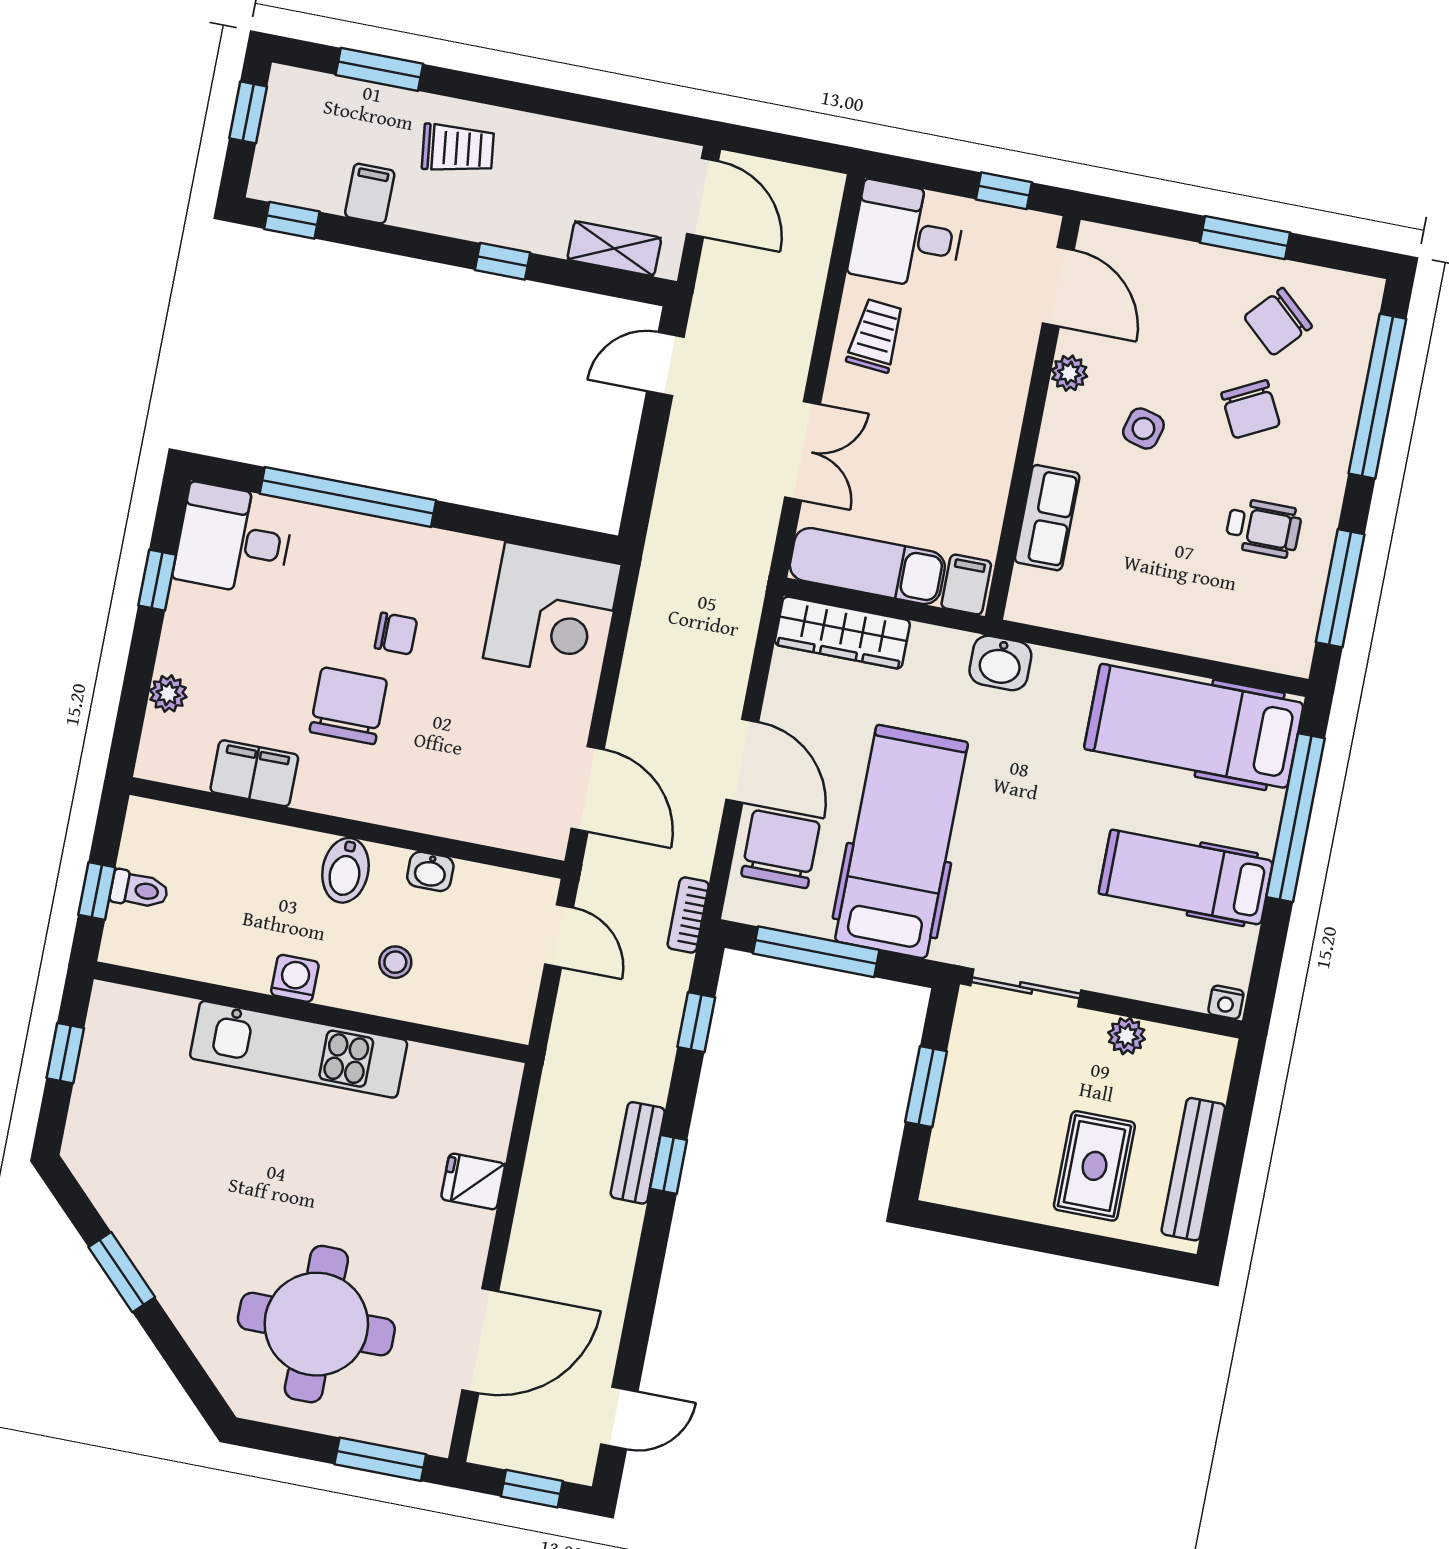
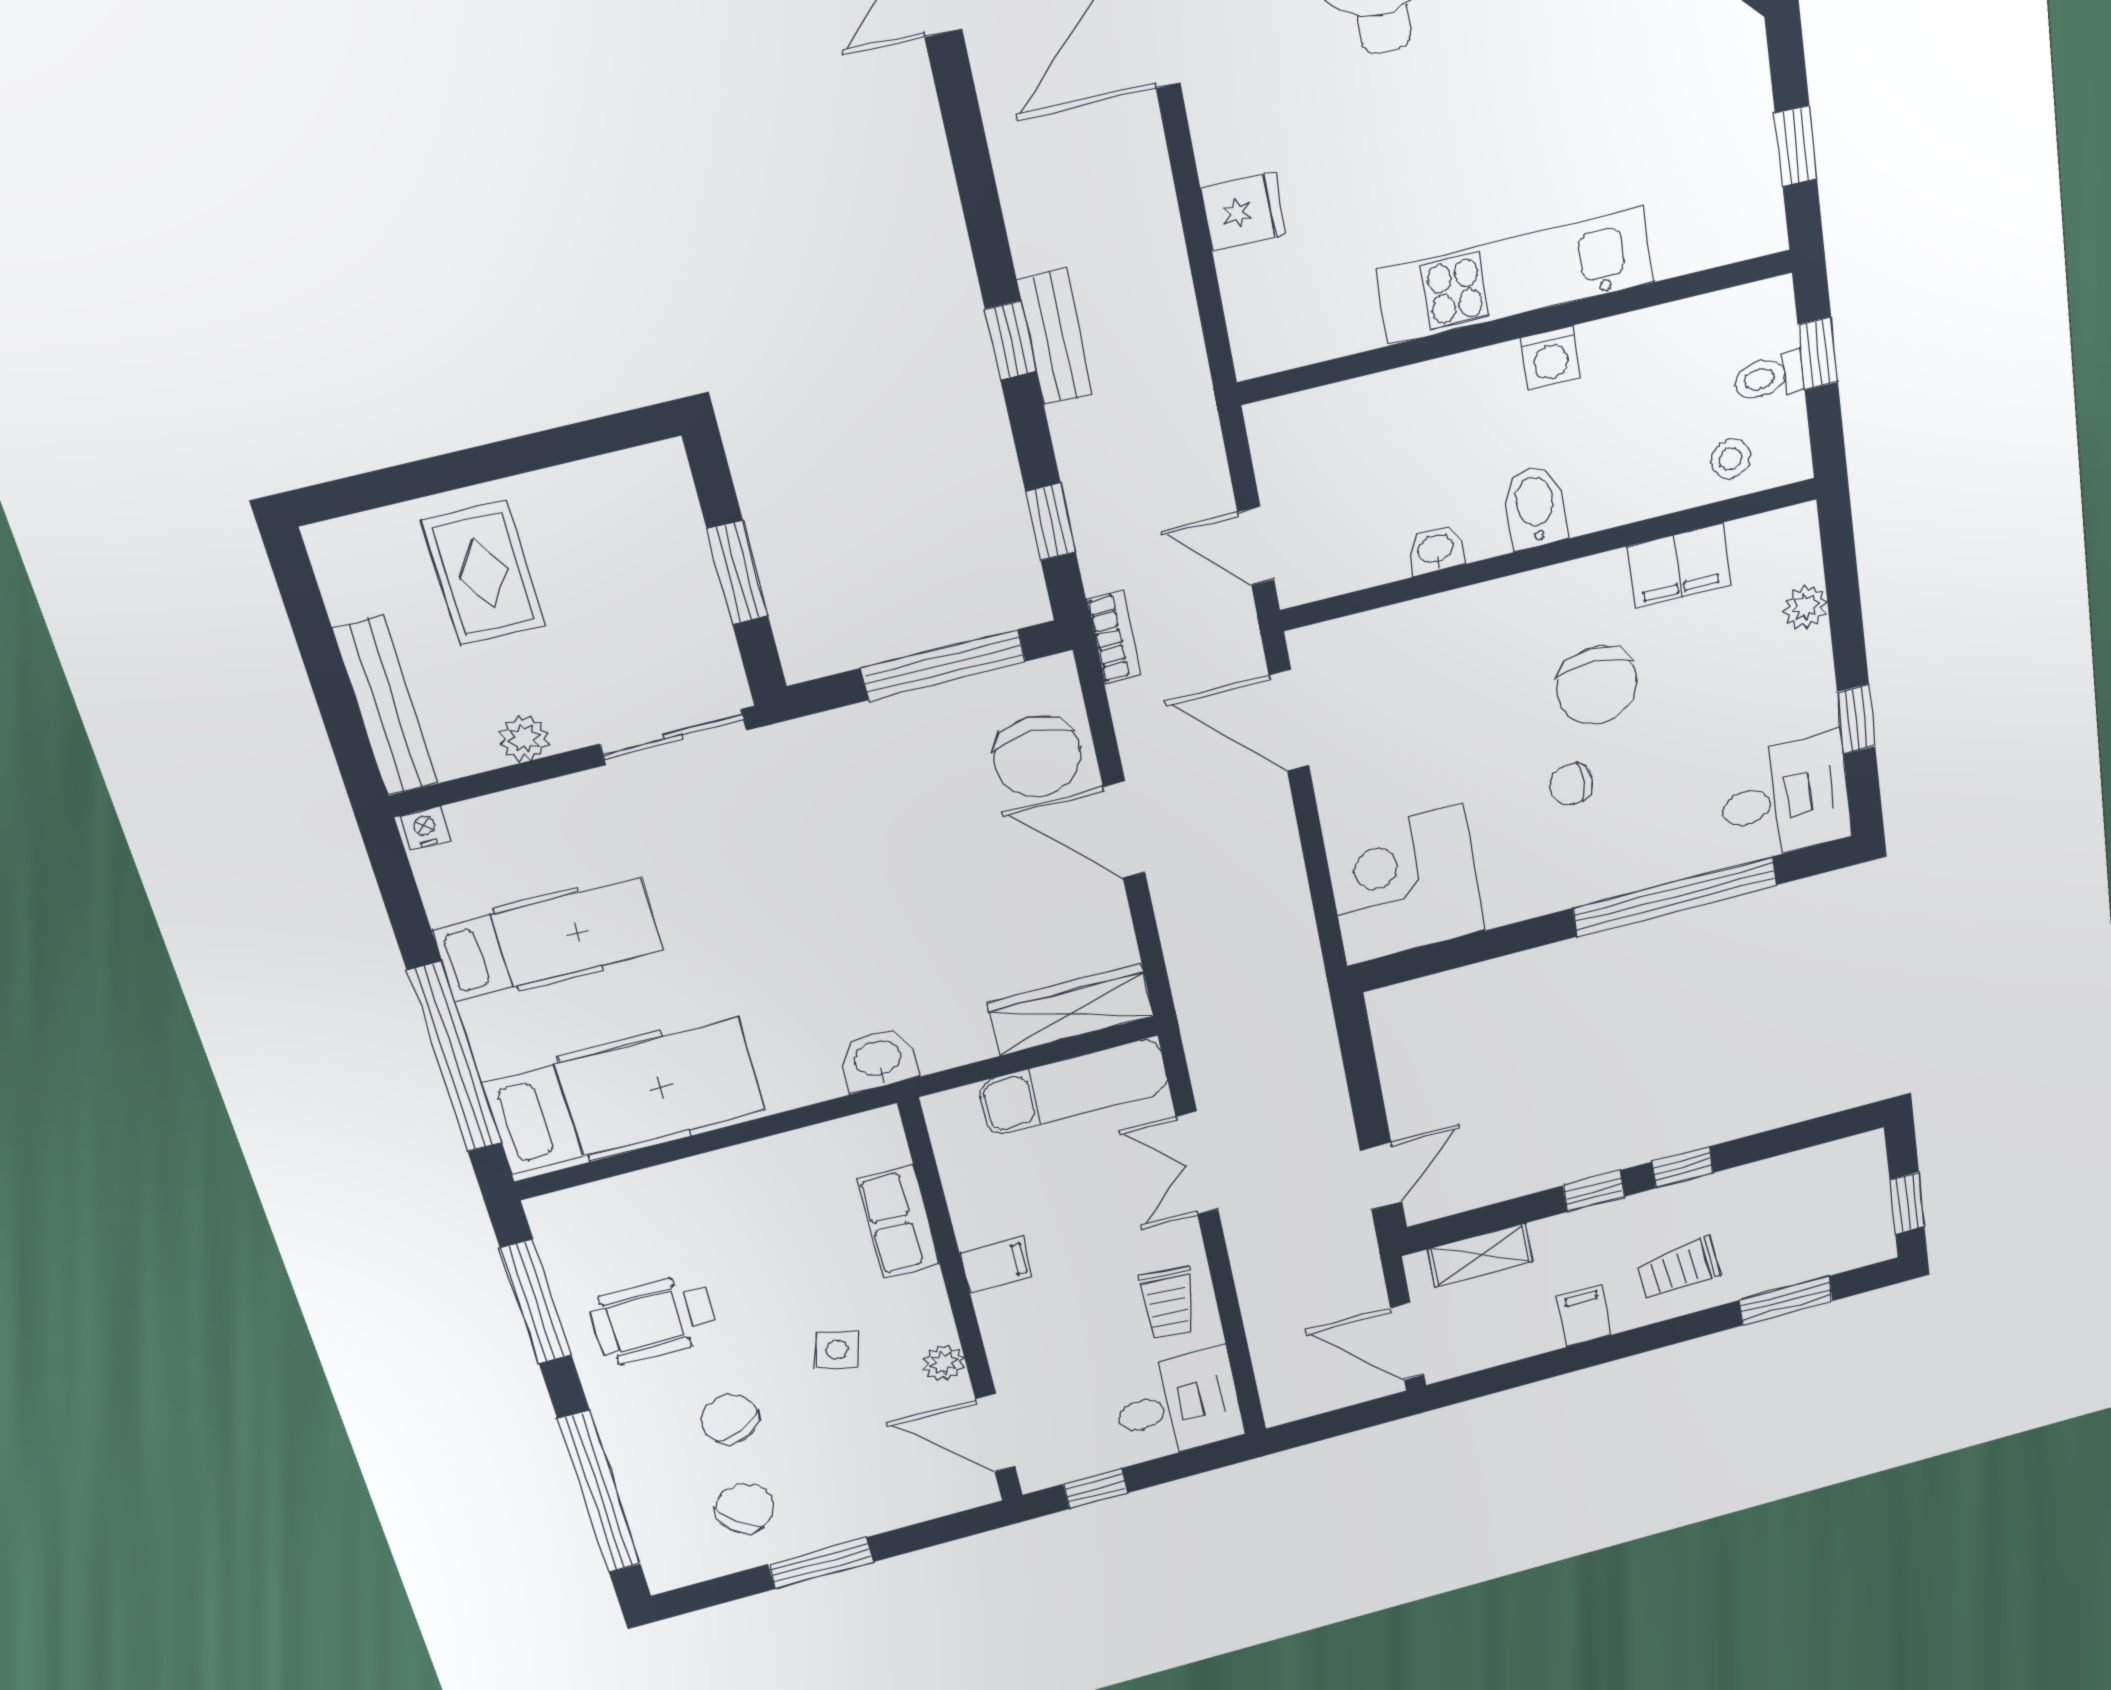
filing cabinet: (370, 194) -> (1584, 1316), moved, turned 180
window: (292, 220) -> (1683, 1167), moved
wheelchair: (1263, 528) -> (654, 1319), width x1.36, depth x1.37
filing cabinet: (966, 584) -> (997, 1265), moved, turned -90
hospital bed: (901, 842) -> (900, 828), removed
stool: (395, 962) -> (1730, 459), moved
bench: (1193, 1169) -> (386, 706), moved

